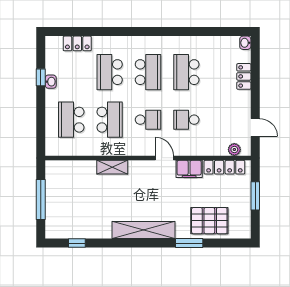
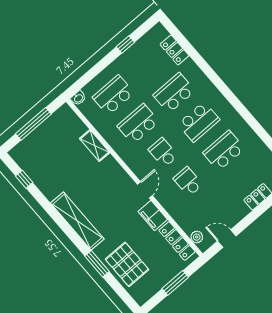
washbasin: (51, 82) -> (78, 98), moved
school desk: (110, 120) -> (138, 124), turned 180
school desk: (148, 120) -> (163, 153), turned 180
door: (255, 128) -> (227, 238), swing flipped
shelving: (112, 167) -> (95, 146), moved

